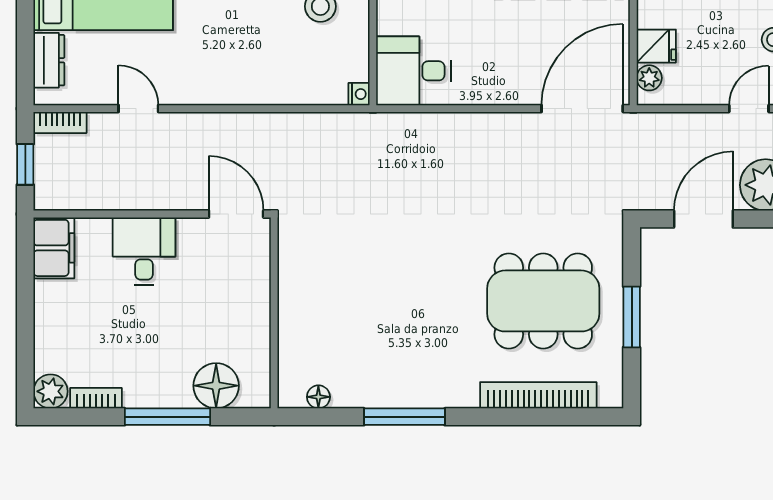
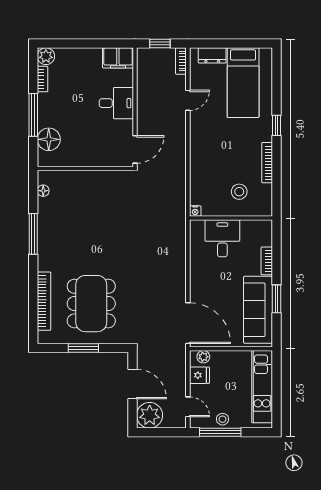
fridge: (656, 46) -> (199, 375), moved, turned -90
desk: (413, 71) -> (222, 238), moved

